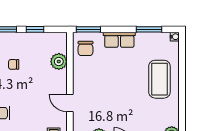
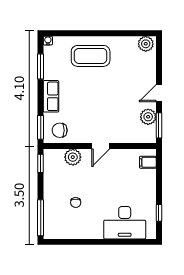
window: (35, 29) -> (41, 163), moved
chair: (86, 48) -> (60, 130), turned 180
door: (70, 103) -> (101, 146), moved

